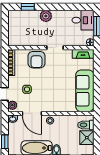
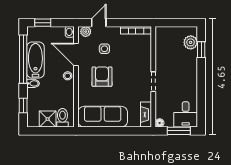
plant: (46, 16) -> (191, 42), moved
armchair: (36, 60) -> (102, 77), moved, turned 90
door: (32, 113) -> (76, 54), hinge flipped

